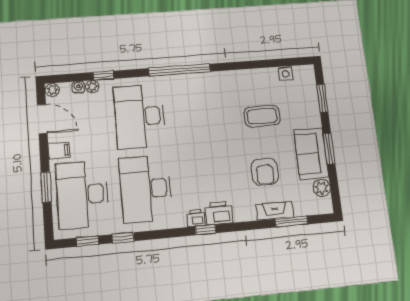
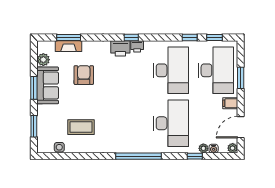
coffee table: (262, 116) -> (81, 127), moved
door: (42, 119) -> (241, 127), hinge flipped
fireplace: (275, 211) -> (69, 46), moved

